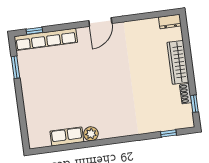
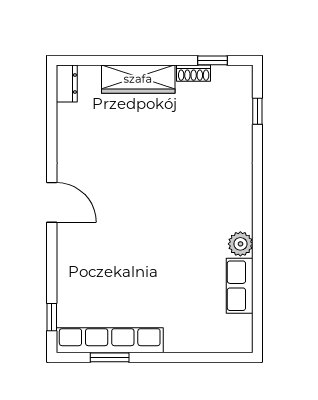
row of seats: (46, 39) -> (110, 340), moved, turned -90

